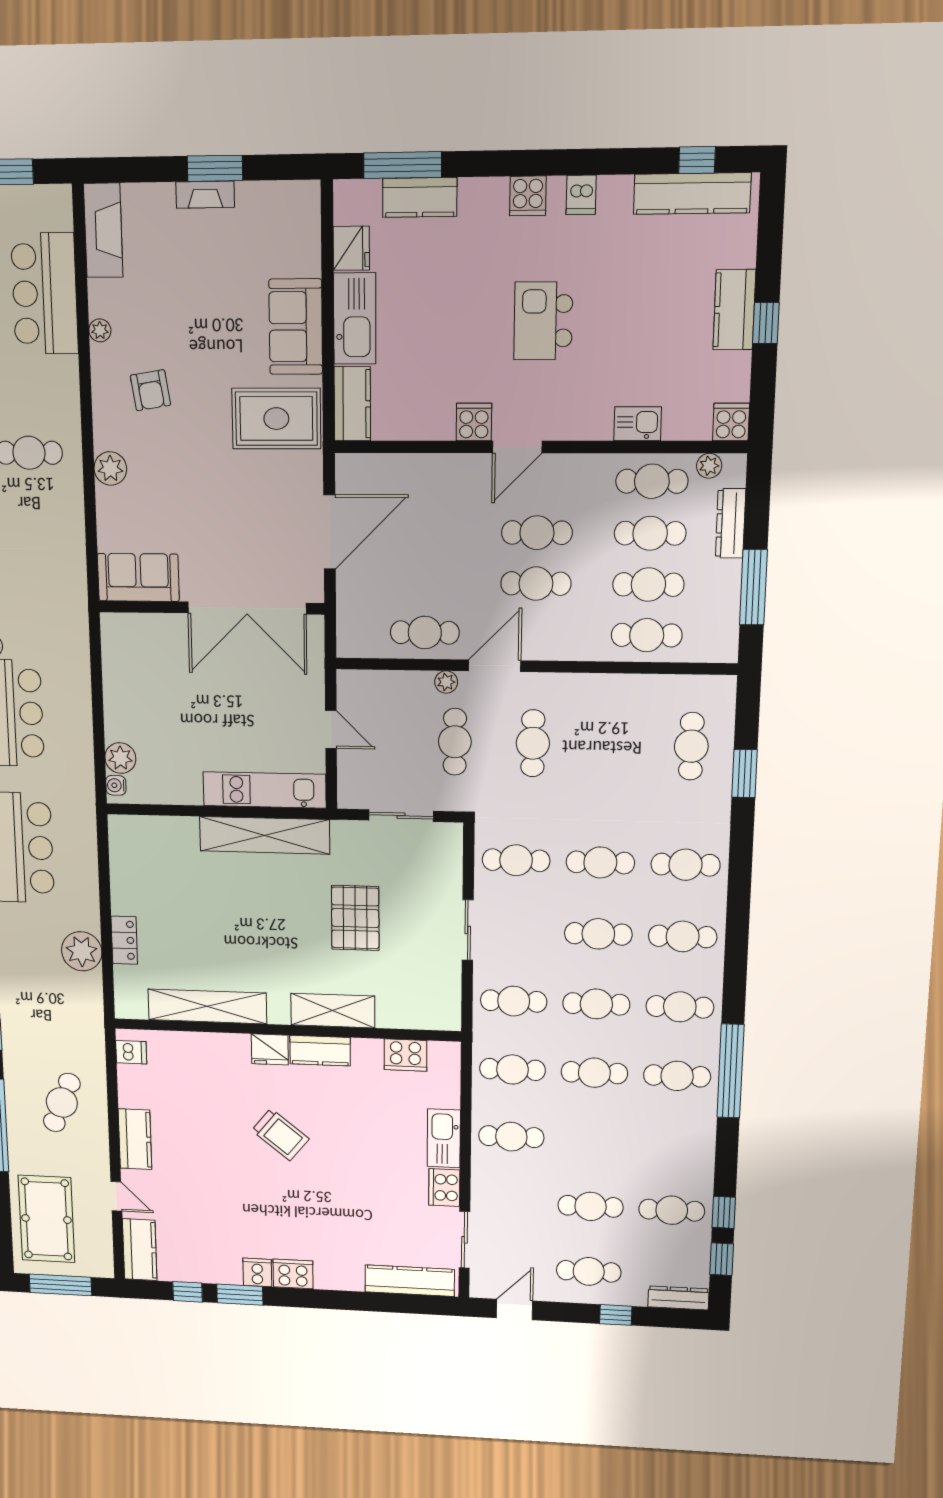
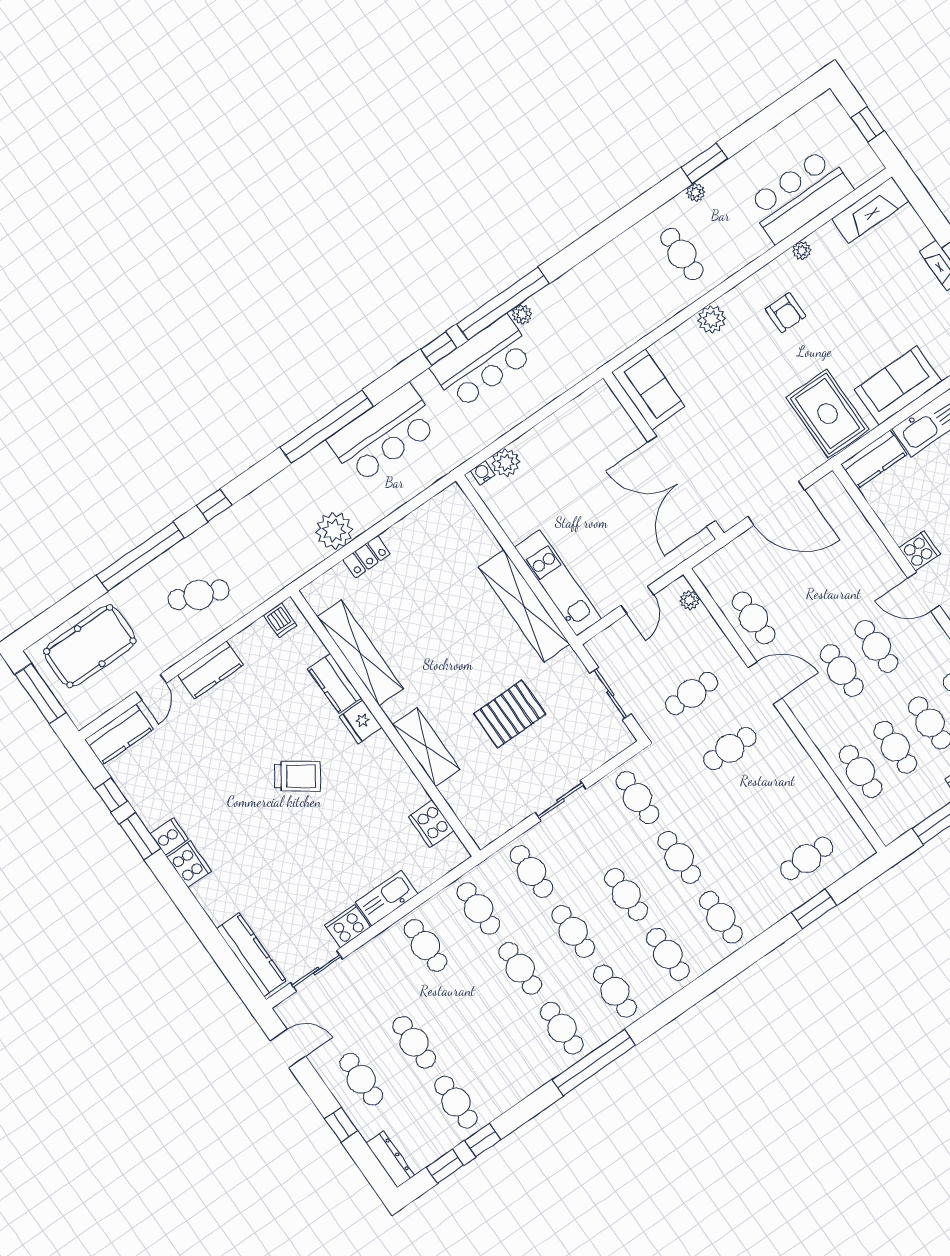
armchair: (150, 390) -> (786, 313), turned -81
plant: (446, 682) -> (689, 600), moved
kitchen counter: (320, 1051) -> (335, 684), moved
trolley: (280, 1135) -> (298, 776), turned -94

